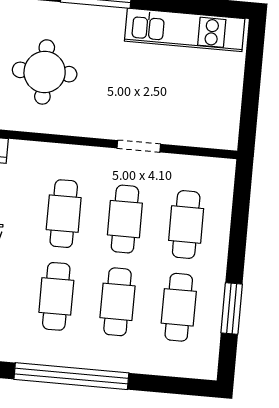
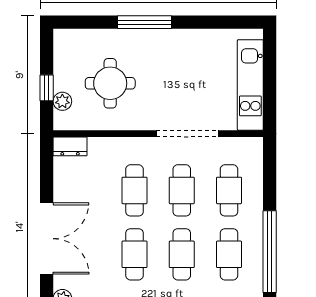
kitchen unit: (185, 30) -> (250, 85), moved, turned 90
doorway: (139, 146) -> (187, 134), width x1.87
window: (232, 308) -> (270, 252), width x2.11

